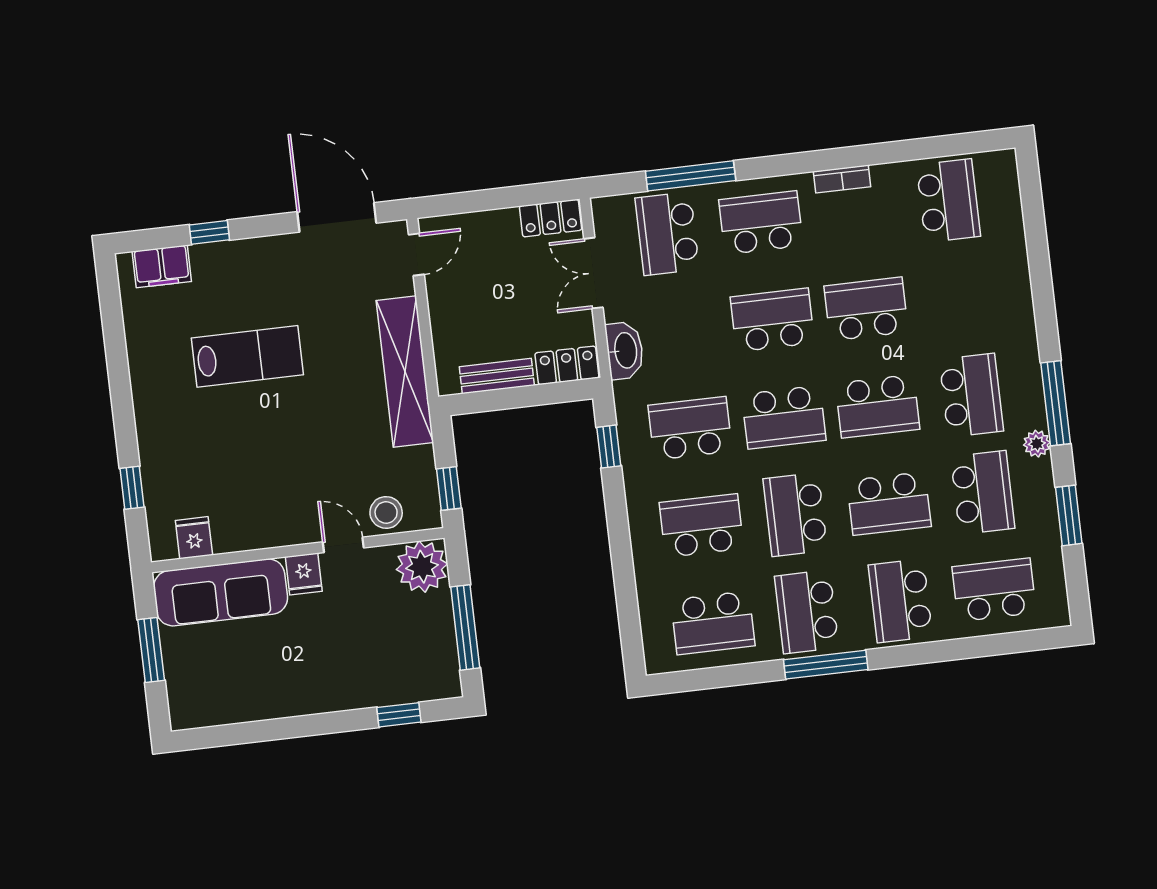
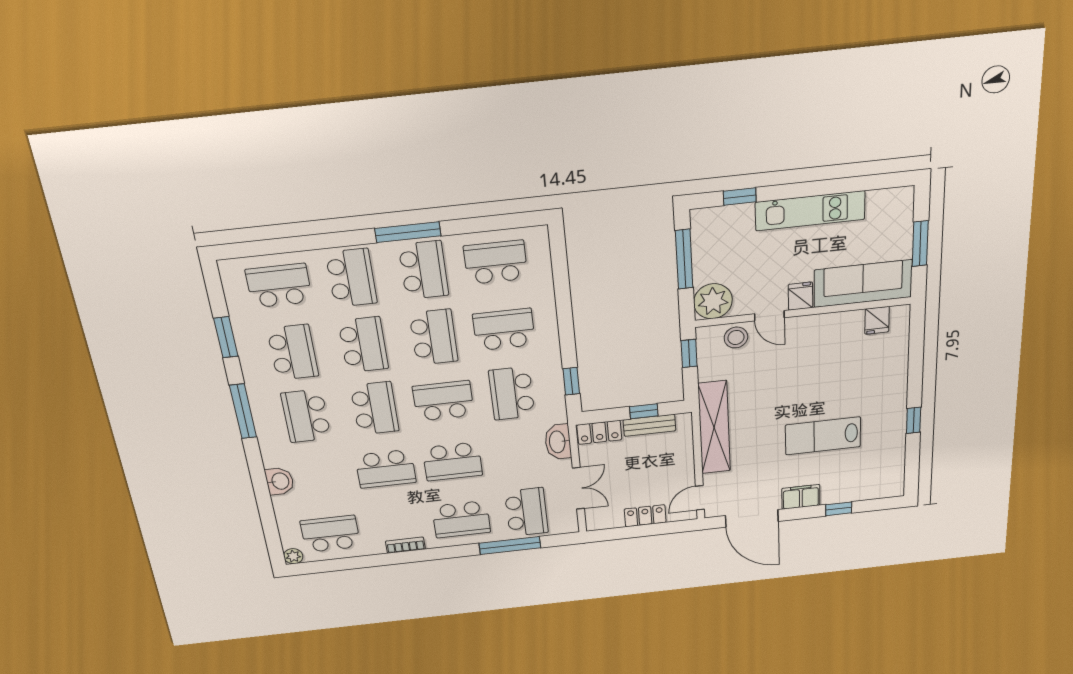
school desk: (948, 201) -> (330, 534), turned 90
locker: (551, 218) -> (645, 516), moved
filing cabinet: (162, 266) -> (801, 497), moved
washbasin: (1014, 291) -> (280, 481), added
window: (506, 399) -> (644, 411), added
school desk: (878, 406) -> (375, 408), turned 90
school desk: (690, 428) -> (512, 393), turned 90
plant: (1037, 444) -> (293, 556), moved
window: (132, 488) -> (914, 420), moved
school desk: (983, 492) -> (293, 352), turned 180
school desk: (889, 504) -> (363, 345), turned 90
school desk: (701, 526) -> (504, 330), turned 180
school desk: (994, 590) -> (279, 286), turned 180
kitchen unit: (304, 696) -> (810, 211), added

